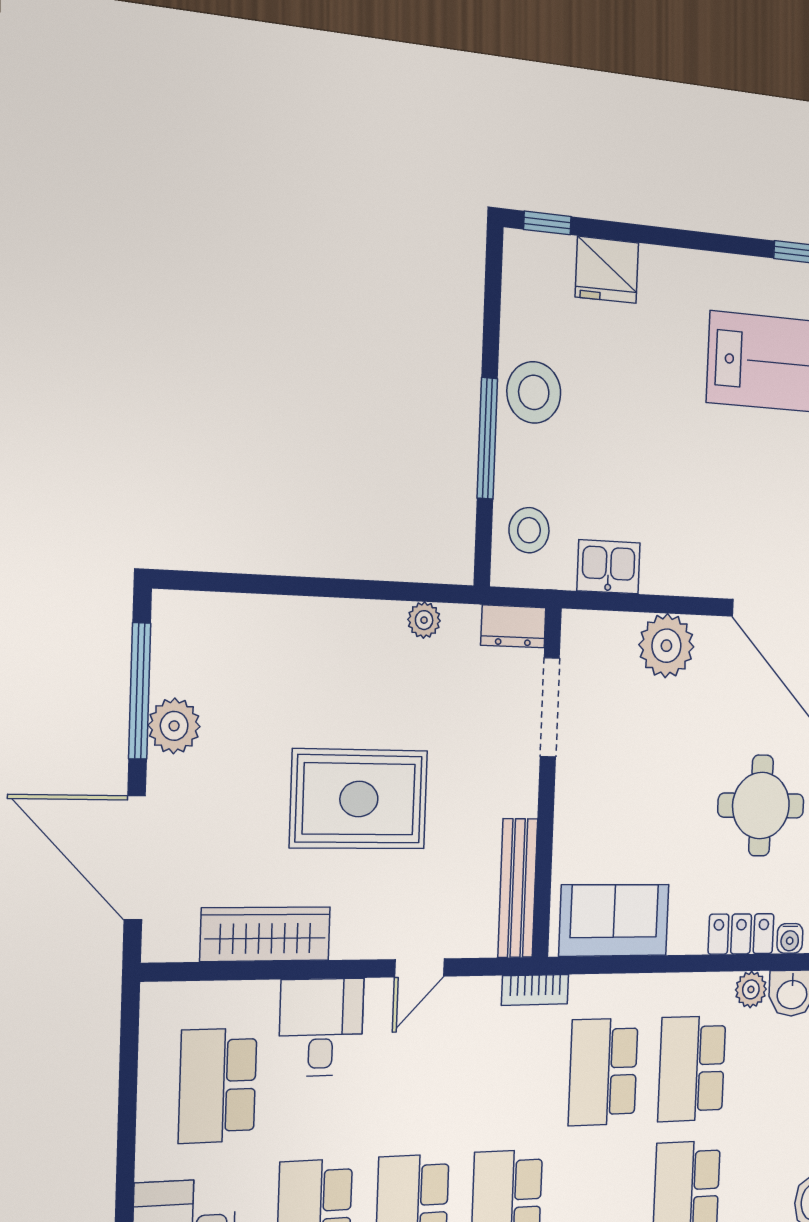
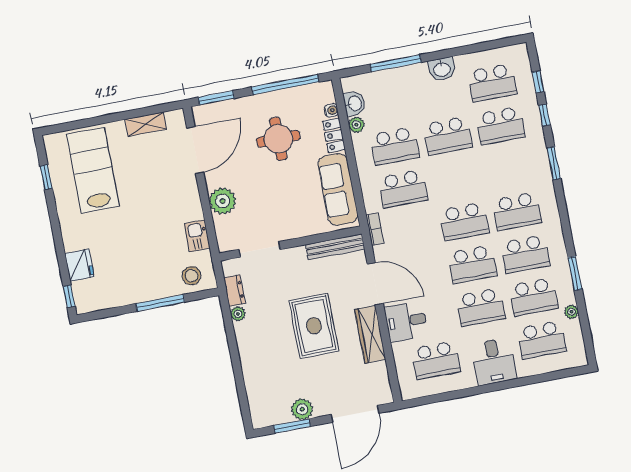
stool: (534, 392) -> (137, 286), removed
dresser: (513, 626) -> (234, 291), moved
window: (140, 691) -> (292, 426), width x0.69
sofa: (614, 920) -> (338, 189), width x1.36
wardrobe: (265, 934) -> (370, 334), moved
door: (419, 968) -> (375, 284), width x1.88

